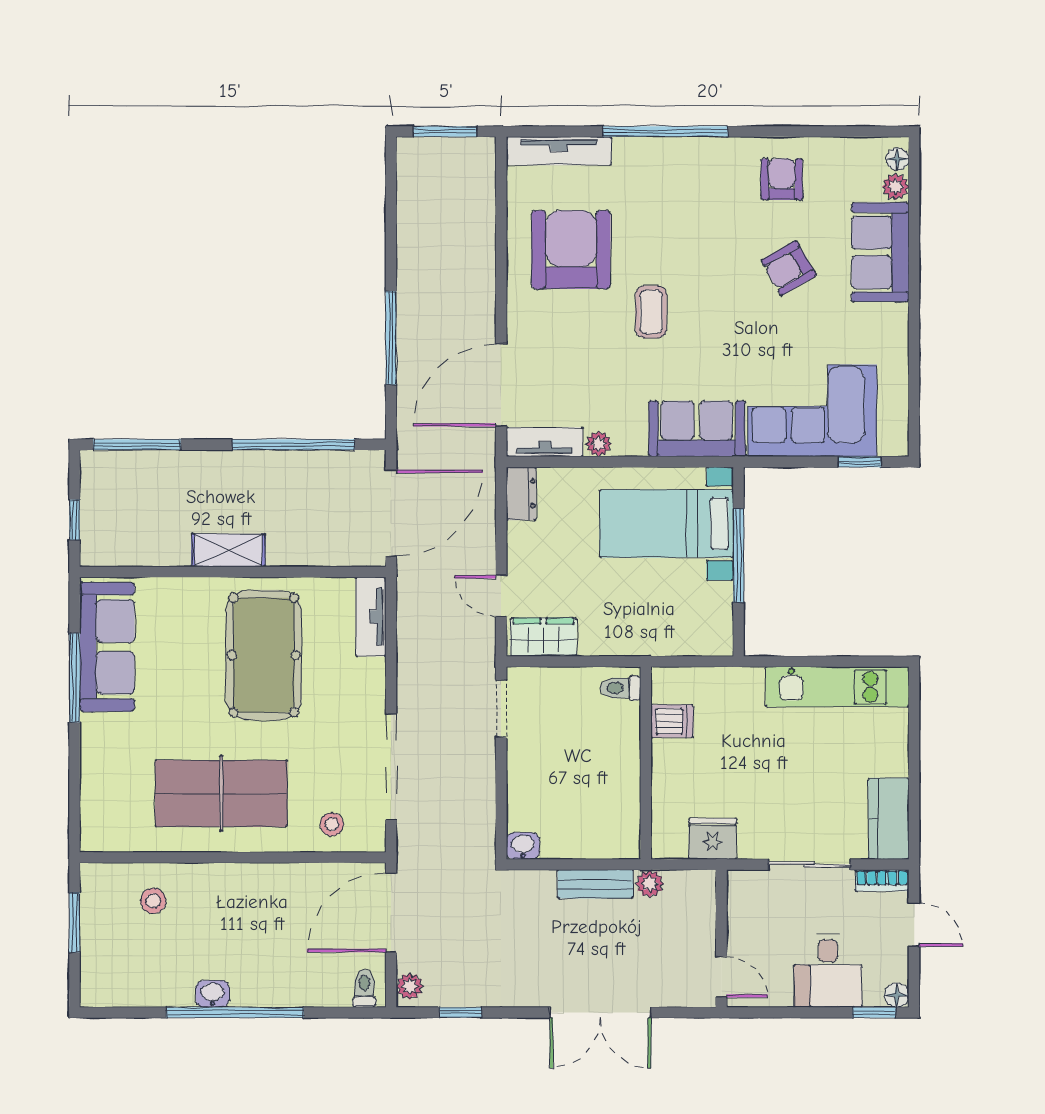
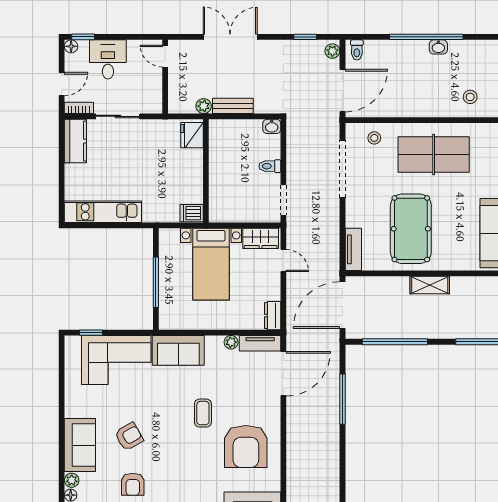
bed with nightstands: (666, 524) -> (211, 264), moved, turned 90
toilet: (620, 688) -> (270, 166), moved, turned 180
dishwasher: (672, 721) -> (192, 213), moved
fridge: (713, 839) -> (192, 135), moved, turned 90
door: (914, 925) -> (62, 84), swing flipped

